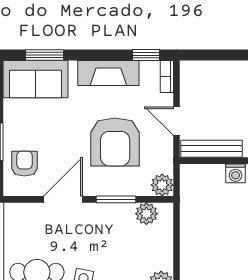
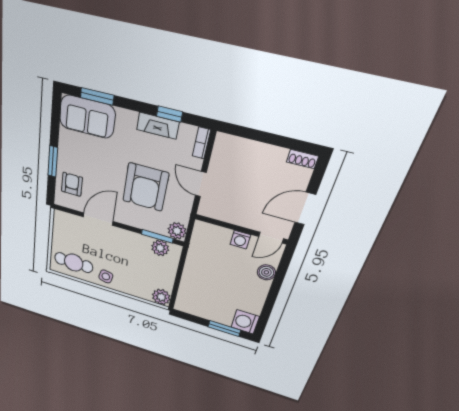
window: (146, 55) -> (170, 114), moved
fireplace: (108, 73) -> (158, 126), width x0.73, depth x0.76
bench: (212, 149) -> (225, 215), removed
window: (116, 199) -> (157, 236), moved

